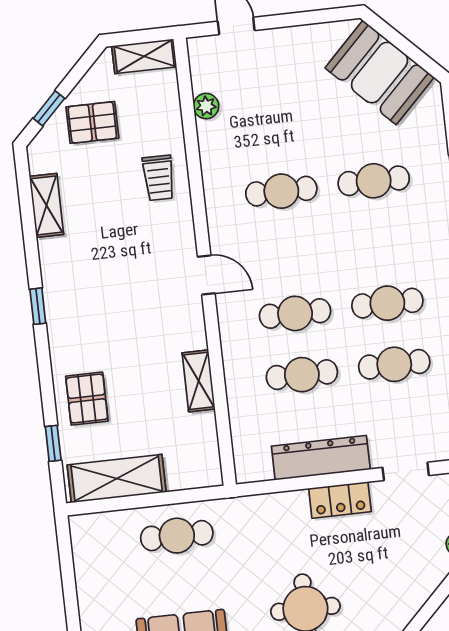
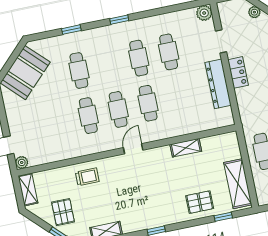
plant: (206, 106) -> (22, 162), moved
cafe table: (302, 375) -> (118, 109), moved

